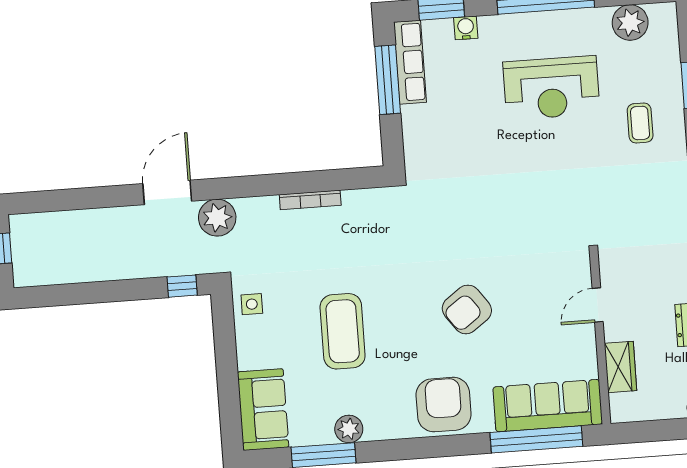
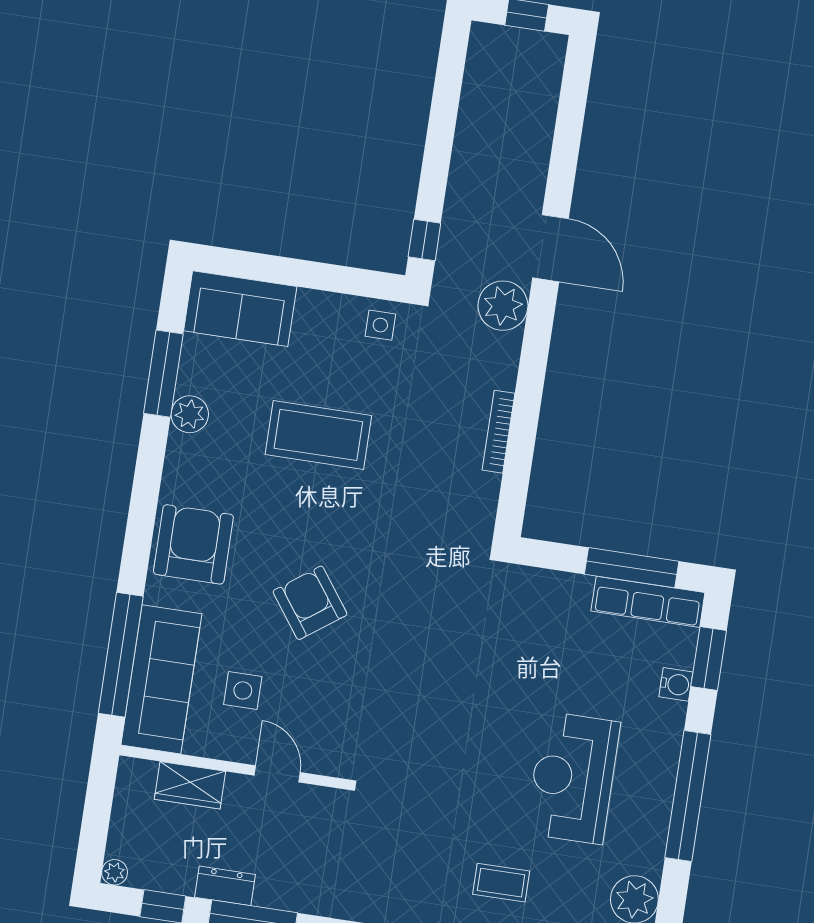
side table: (542, 344) -> (243, 690), added
armchair: (444, 405) -> (193, 544), turned -90

